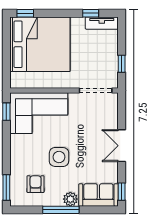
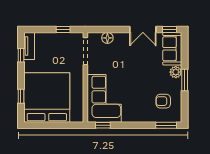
window: (25, 13) -> (21, 96), moved
floor lamp: (111, 117) -> (107, 38), added
double door: (122, 146) -> (143, 29), moved
side table: (59, 157) -> (141, 82), removed
window: (61, 210) -> (185, 80), width x0.69

